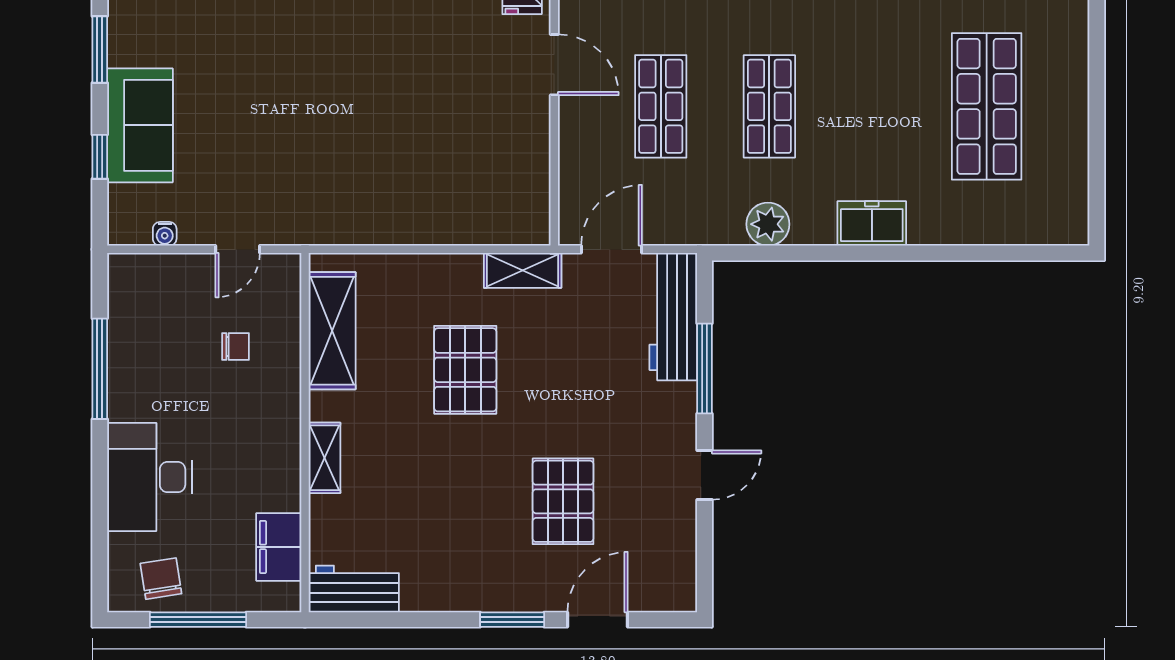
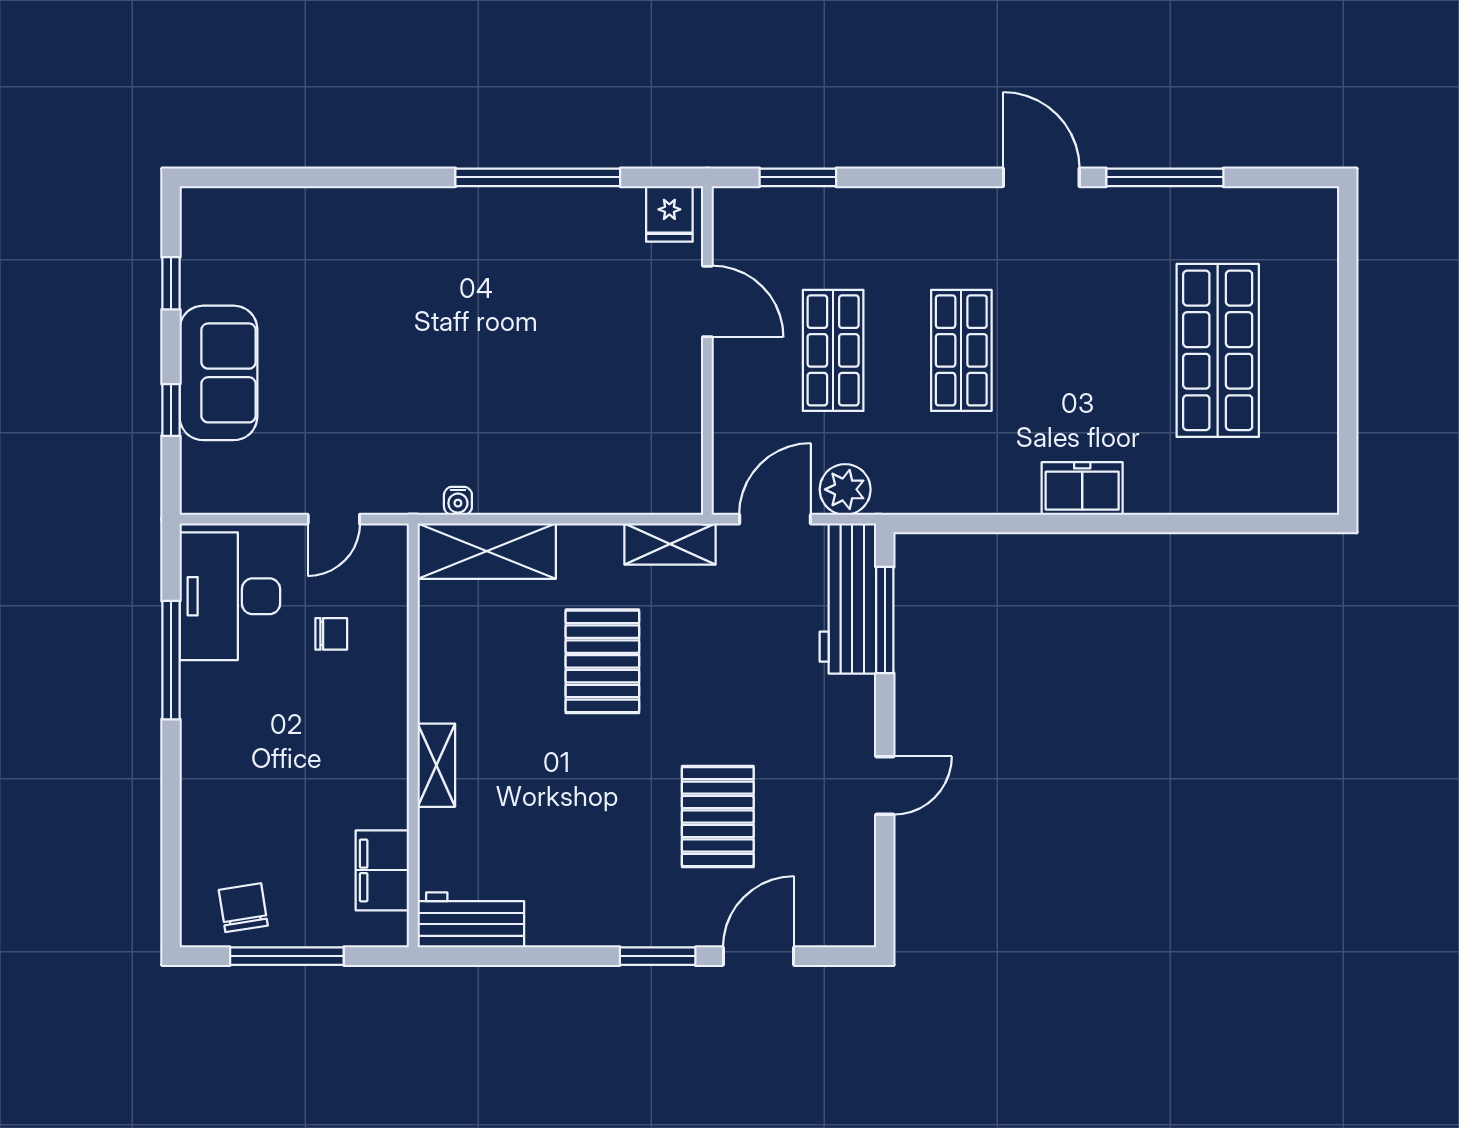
window: (100, 49) -> (171, 283), width x0.67
plant: (768, 224) -> (845, 489), moved
water cooler: (165, 234) -> (458, 501), moved
shelving: (332, 331) -> (487, 551), moved, turned 90
window: (705, 368) -> (885, 620), moved
desk: (150, 477) -> (230, 596), moved

